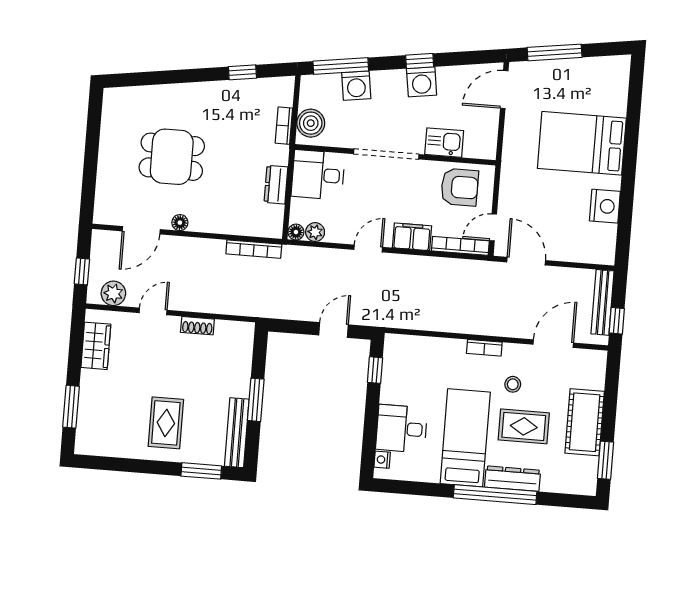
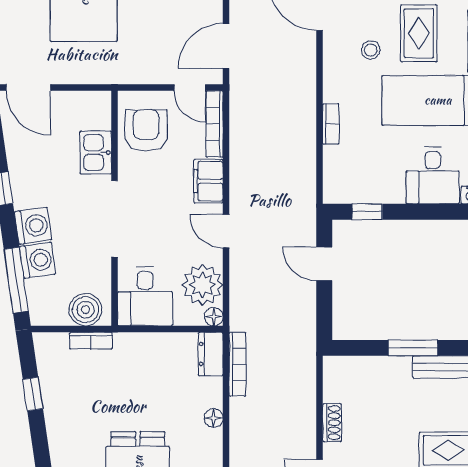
washing machine: (422, 82) -> (33, 226), moved
dresser: (276, 185) -> (211, 354), moved, turned 90
floor lamp: (180, 223) -> (214, 418), moved
plant: (315, 232) -> (202, 285), width x1.87, depth x1.87
bookcase: (484, 348) -> (331, 124), moved

